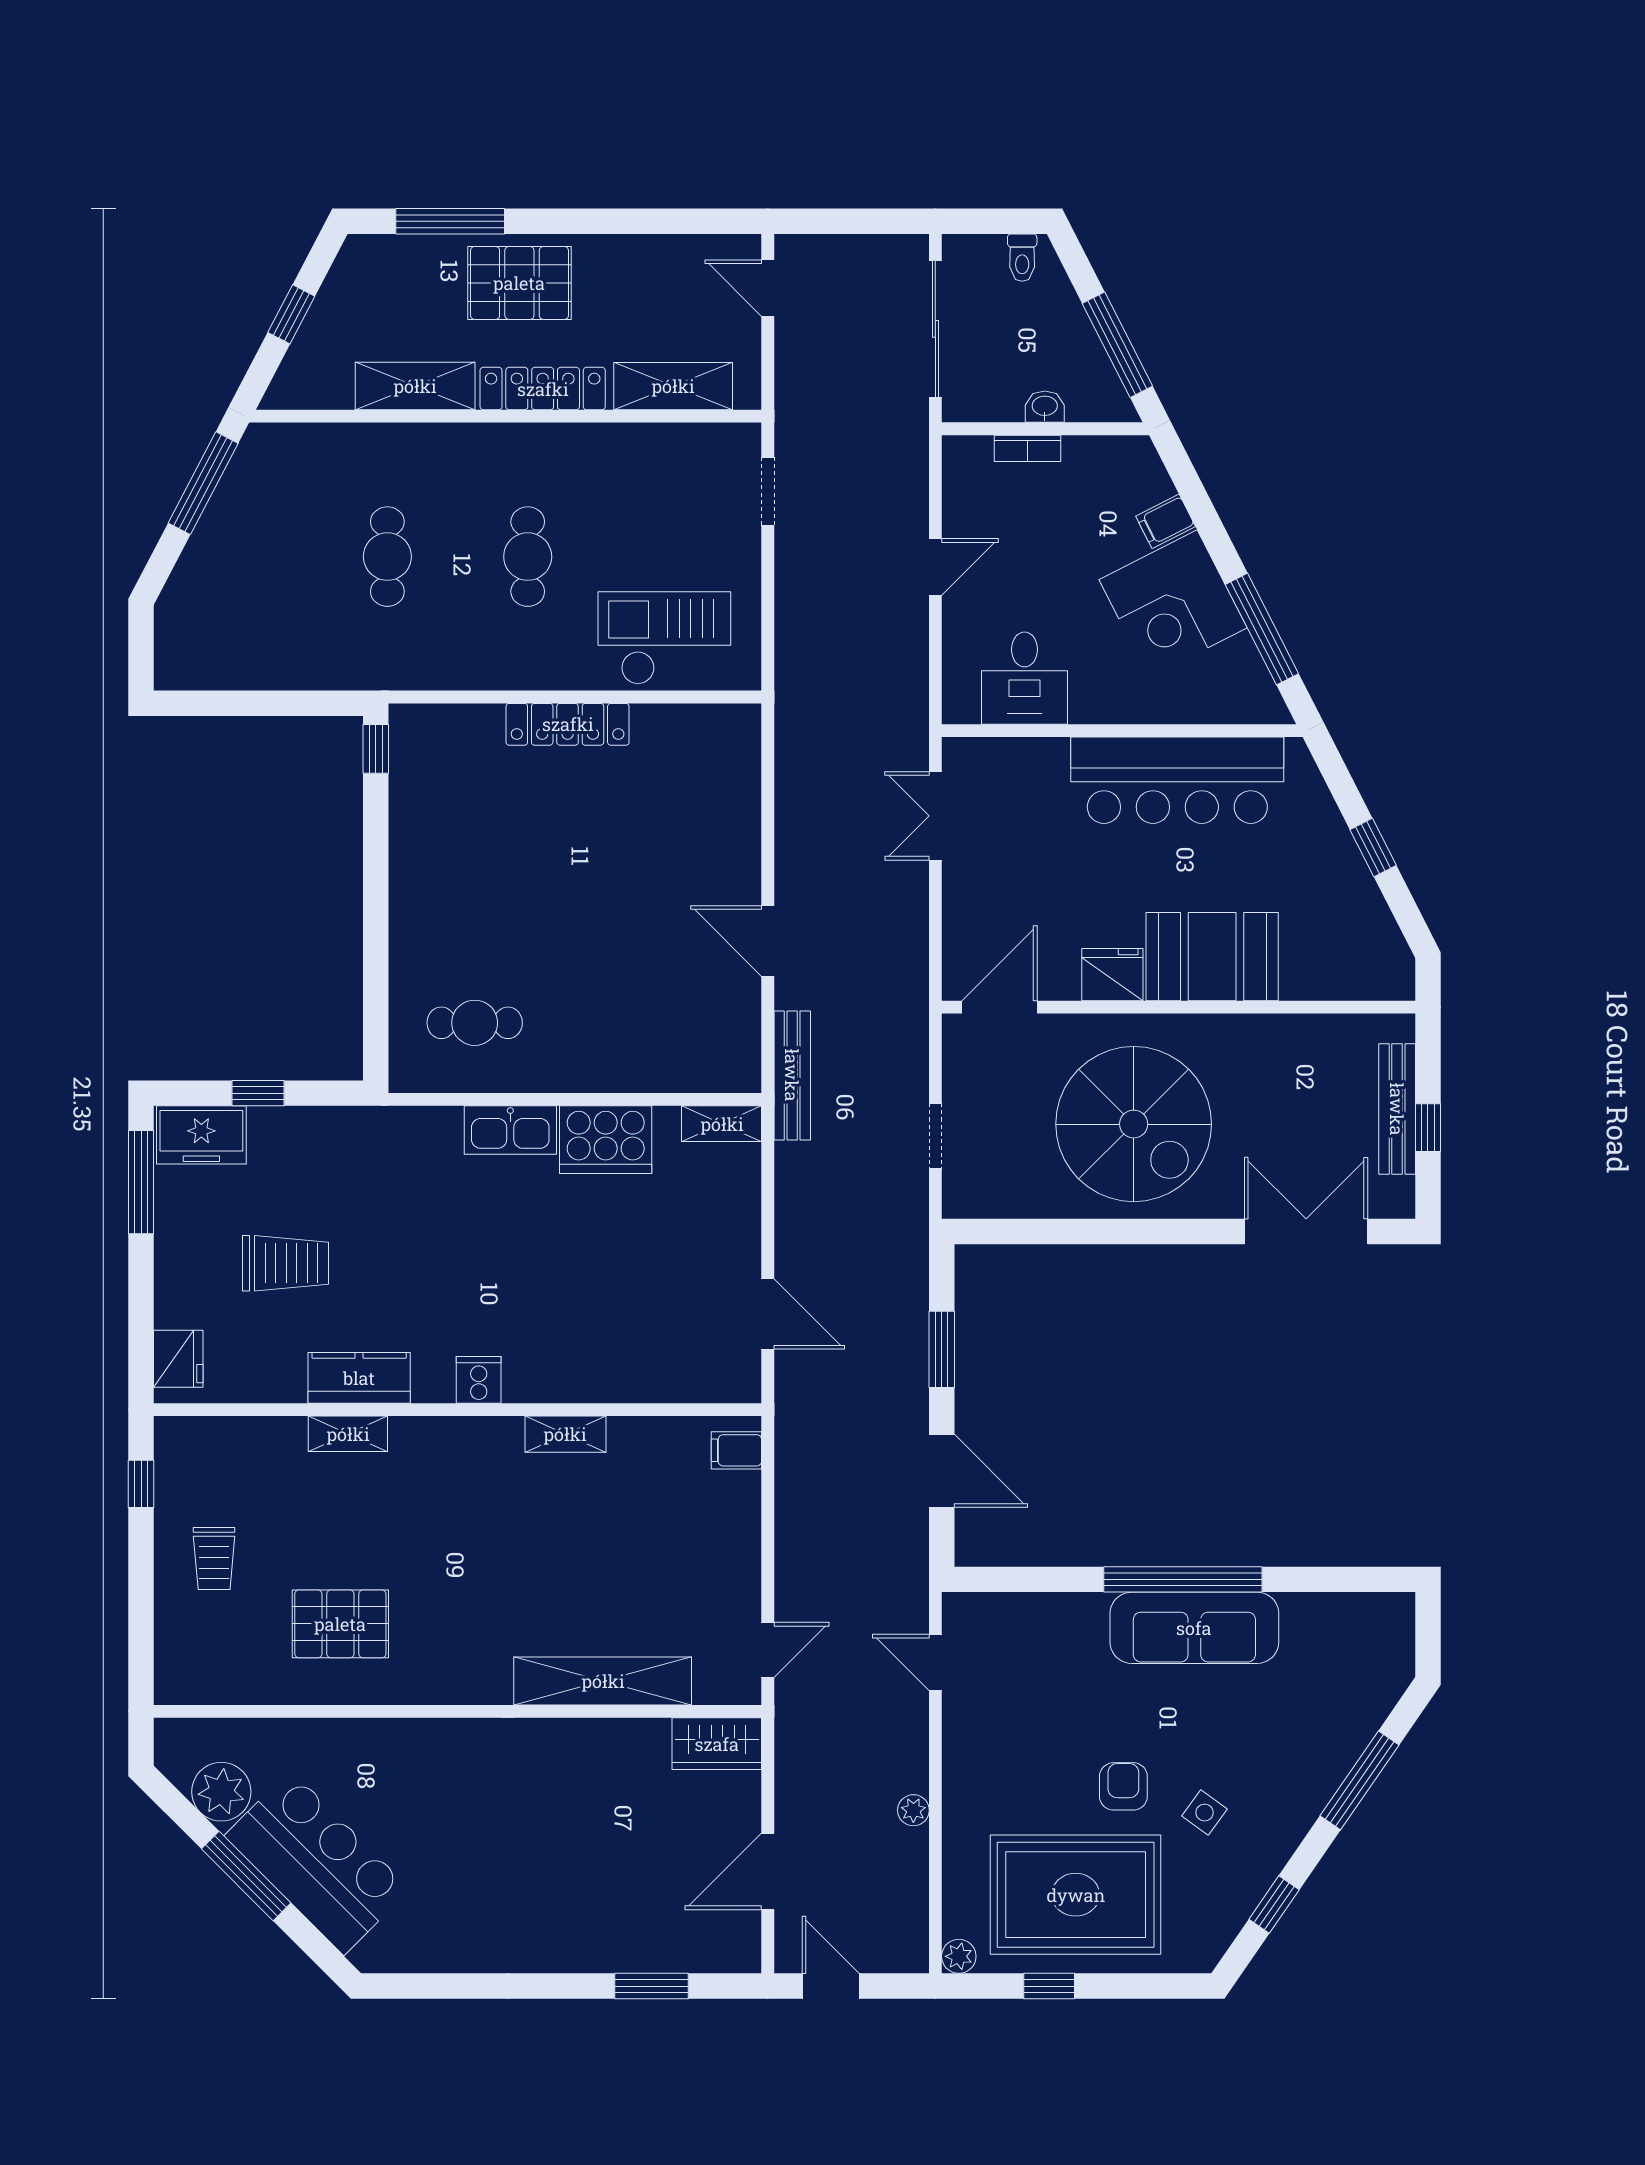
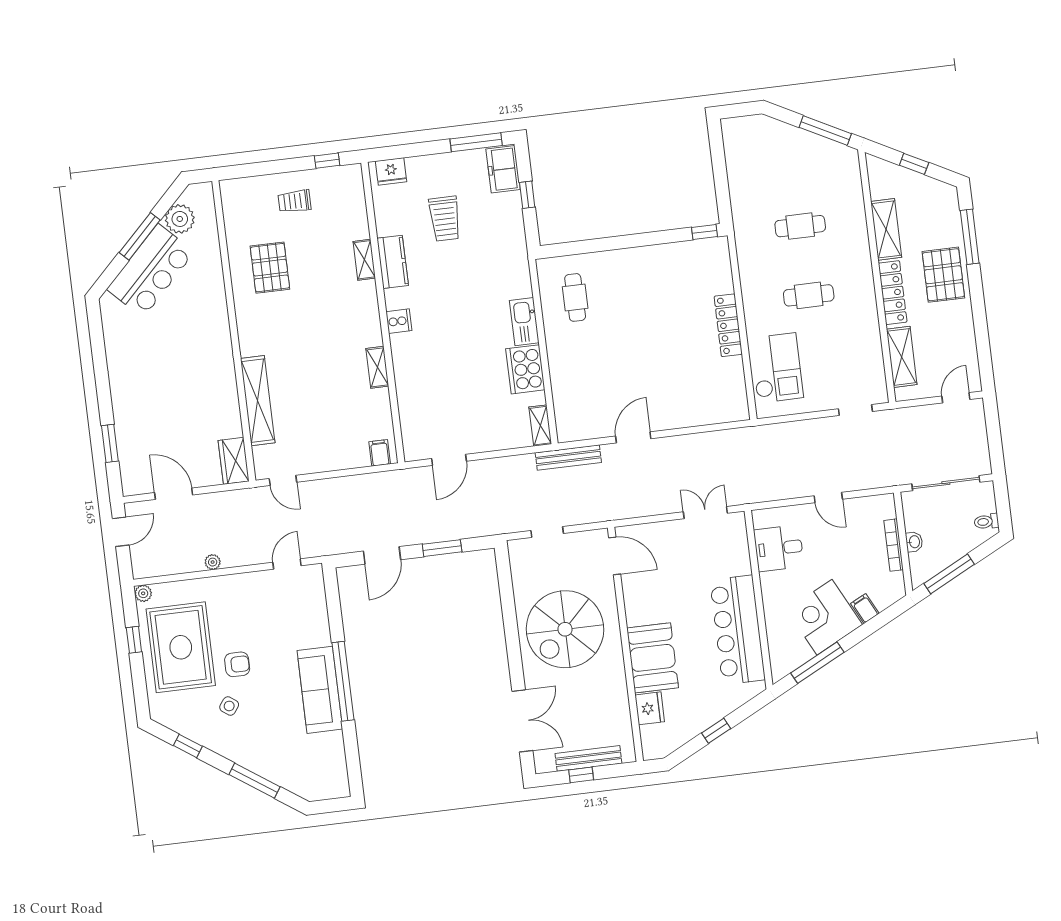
bookcase: (1028, 448) -> (894, 545), width x1.56
fridge: (1112, 975) -> (650, 708), moved

